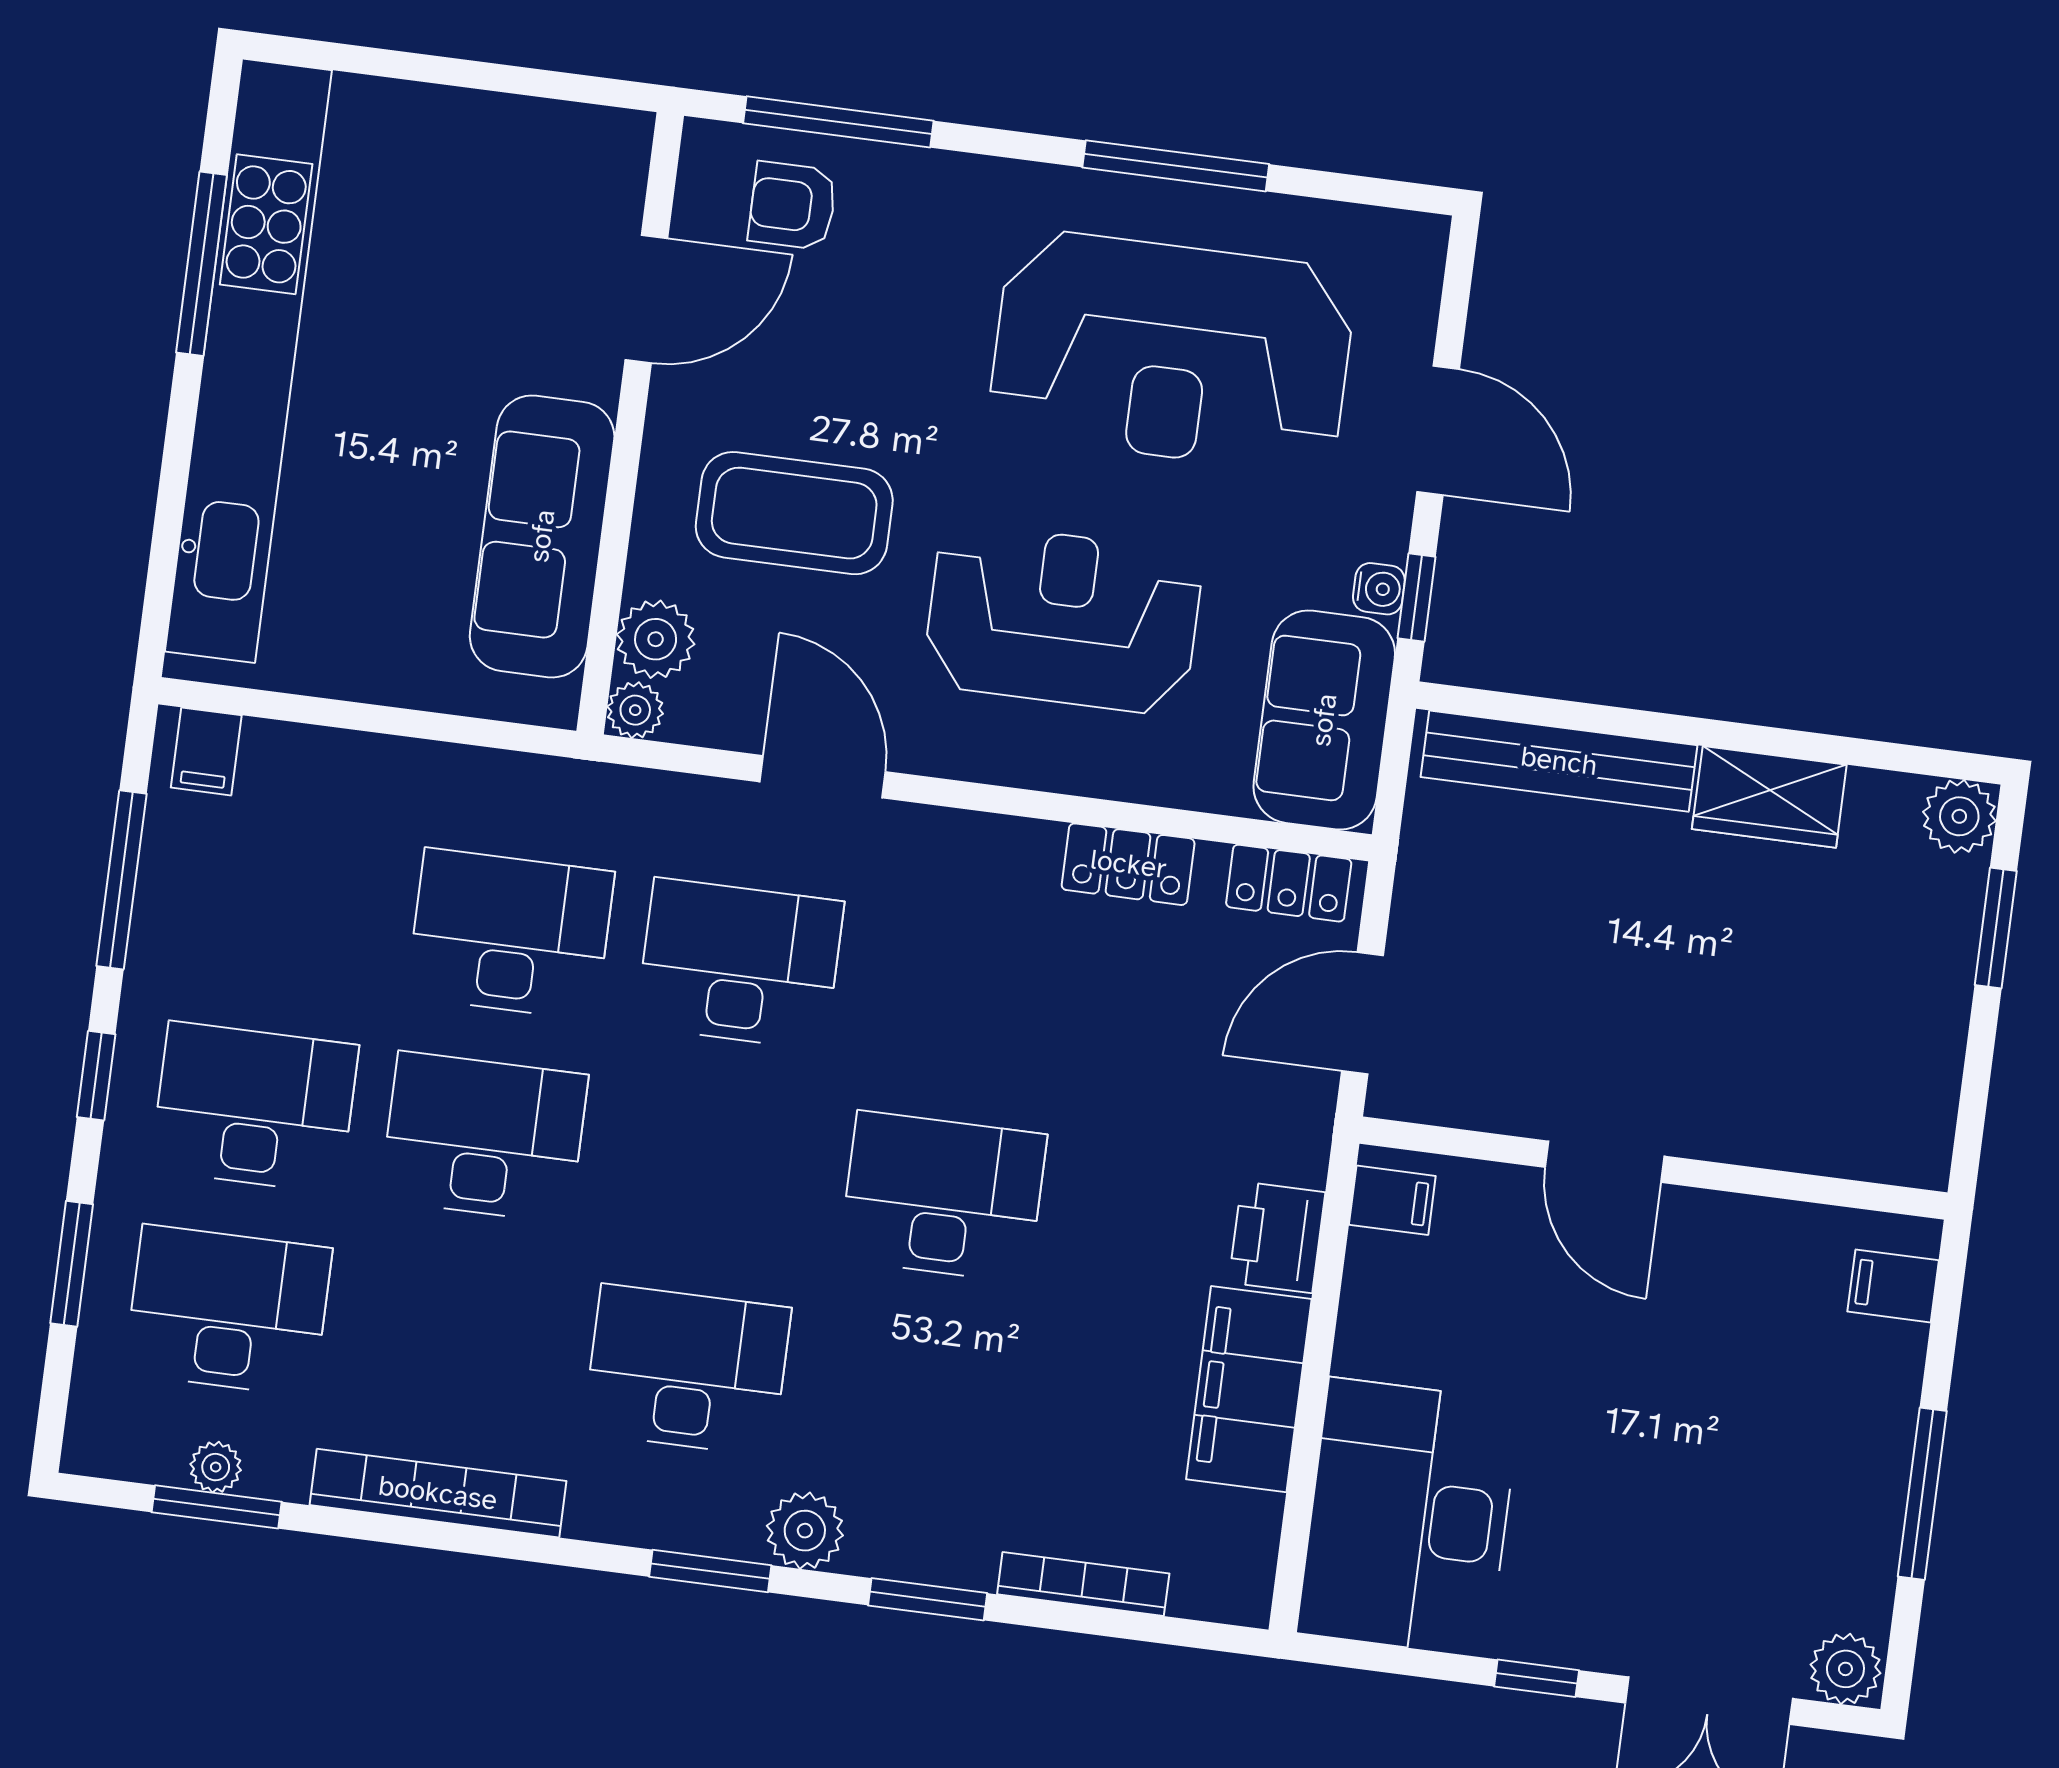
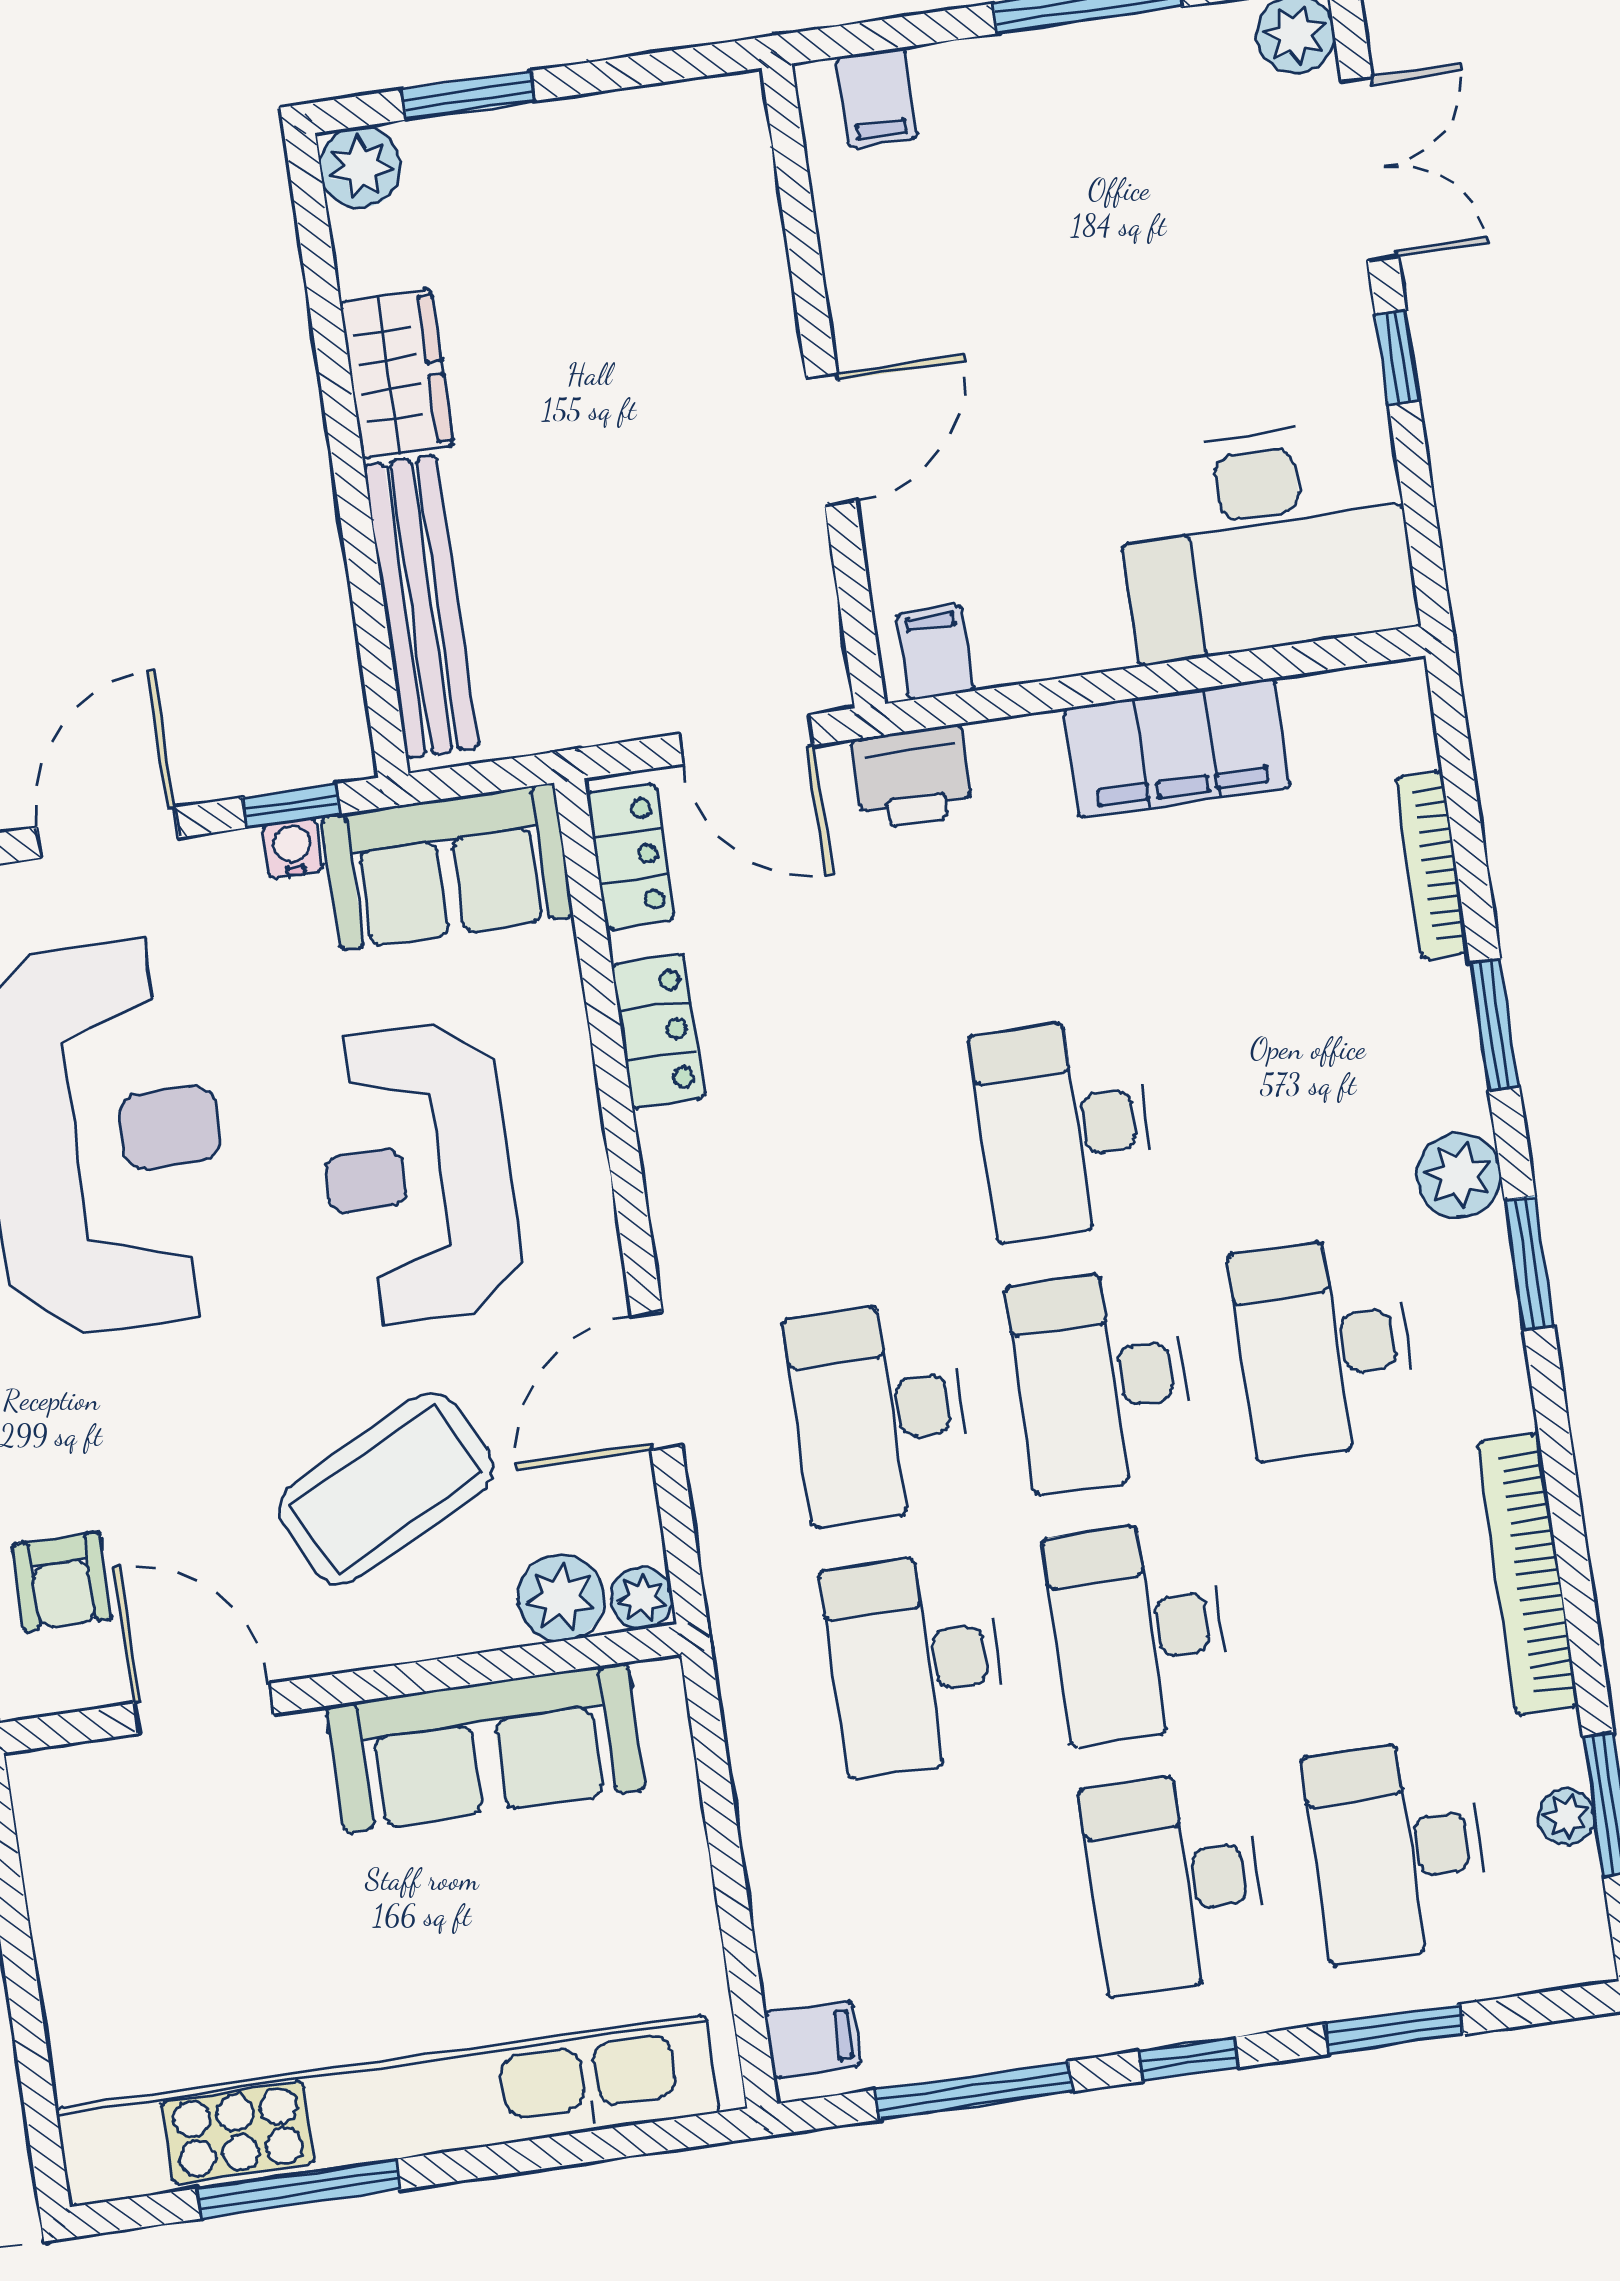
coffee table: (794, 513) -> (386, 1489), turned 63
desk: (713, 1167) -> (1101, 1380), added
printer: (1277, 1237) -> (913, 777), moved

